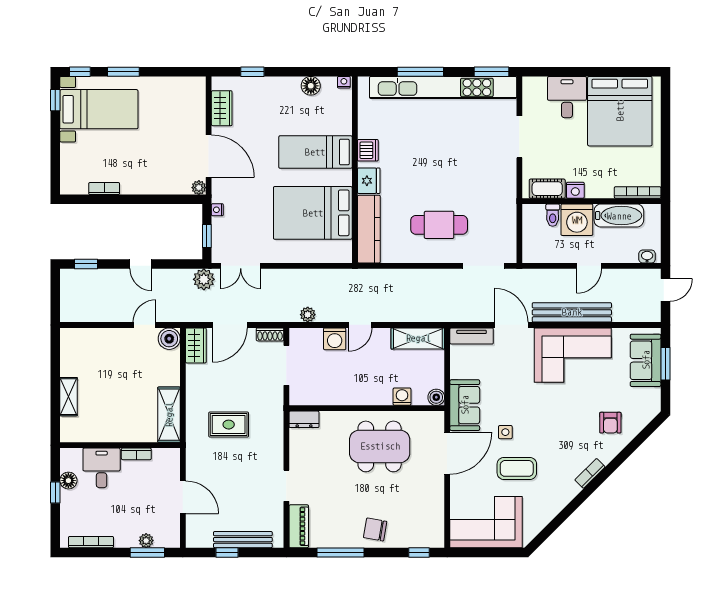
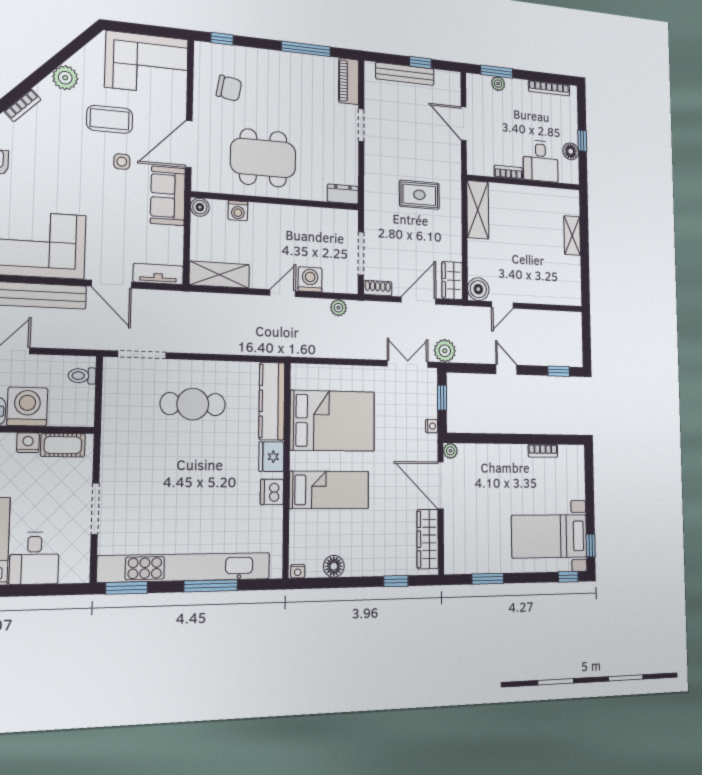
window: (123, 72) -> (488, 579), moved
wardrobe: (222, 108) -> (428, 539), width x1.50
toilet: (553, 215) -> (82, 376), moved, turned -90
plant: (556, 501) -> (65, 78), added
chair: (375, 529) -> (229, 88), moved

